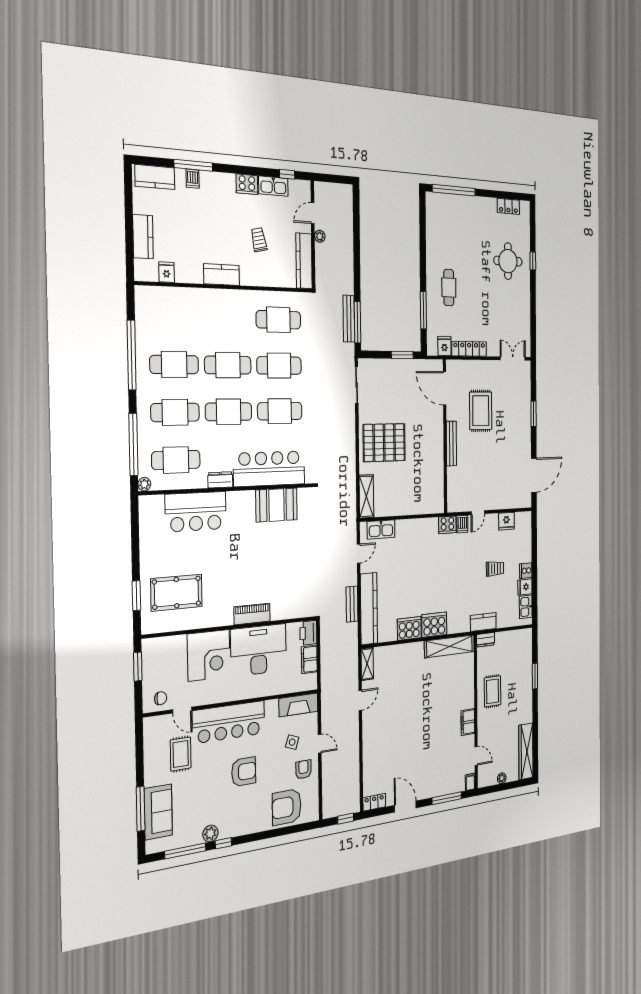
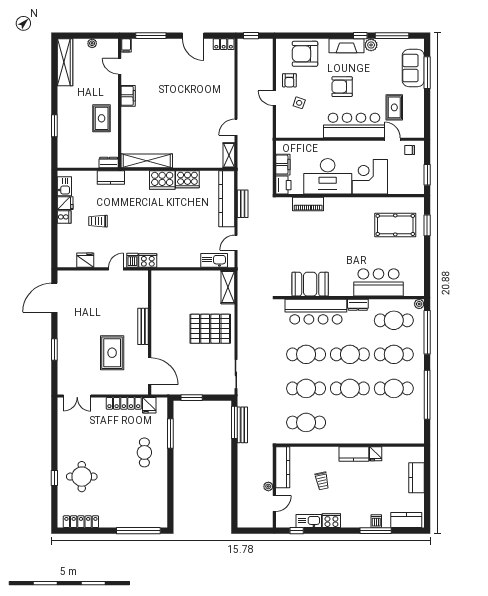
locker: (508, 206) -> (81, 522), width x1.53
fridge: (167, 272) -> (376, 454), moved
piano: (252, 614) -> (308, 204), moved
fireplace: (298, 705) -> (347, 46), moved, turned 180
armchair: (287, 807) -> (305, 54), turned 180

